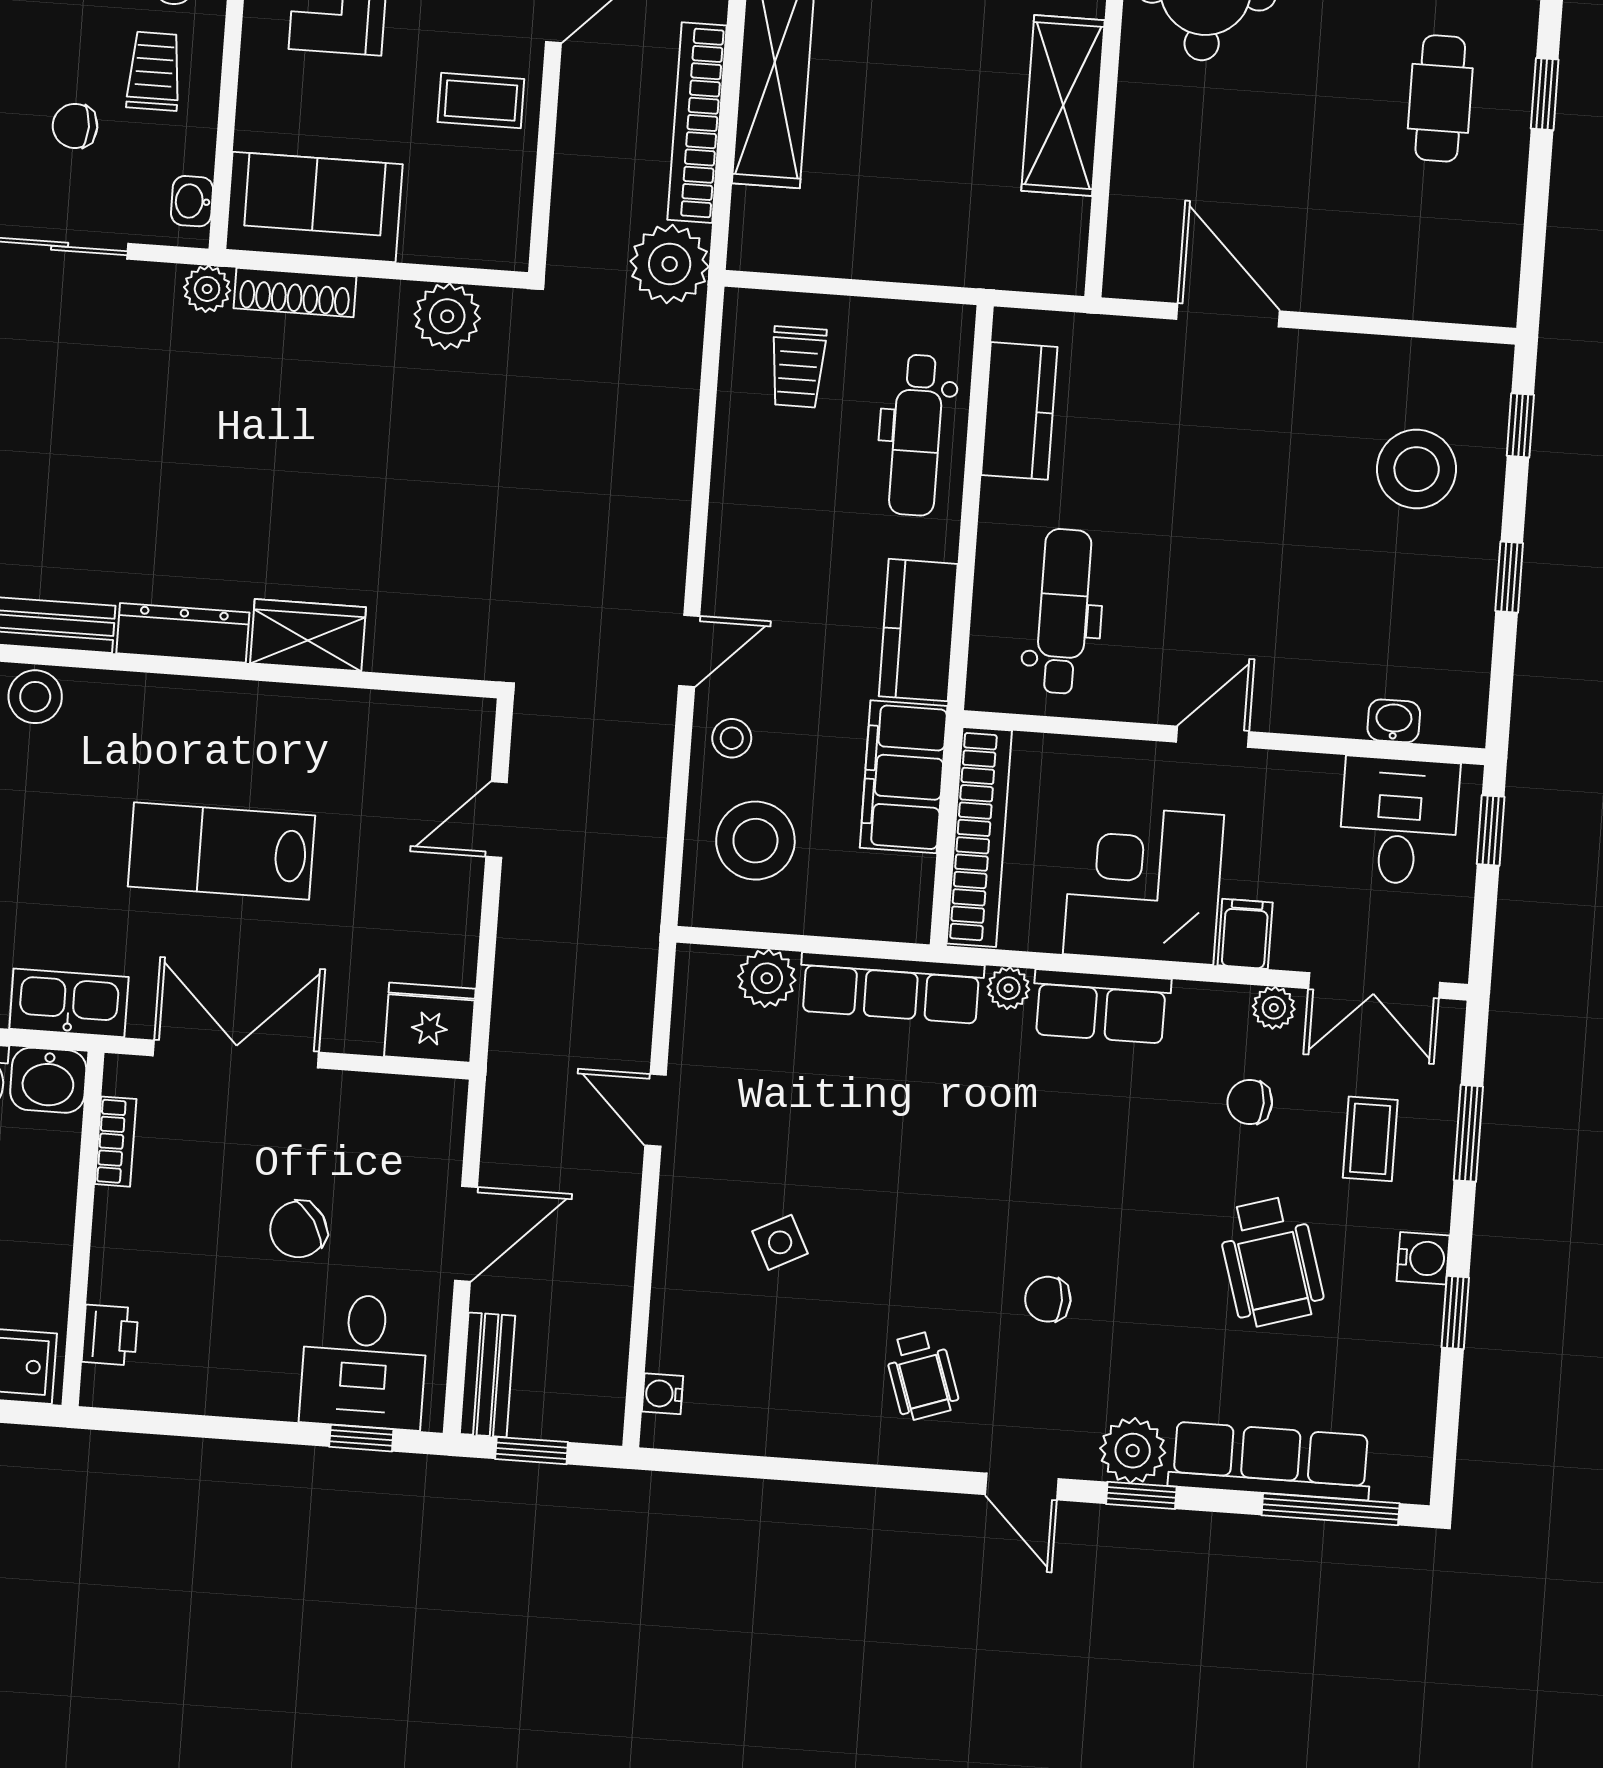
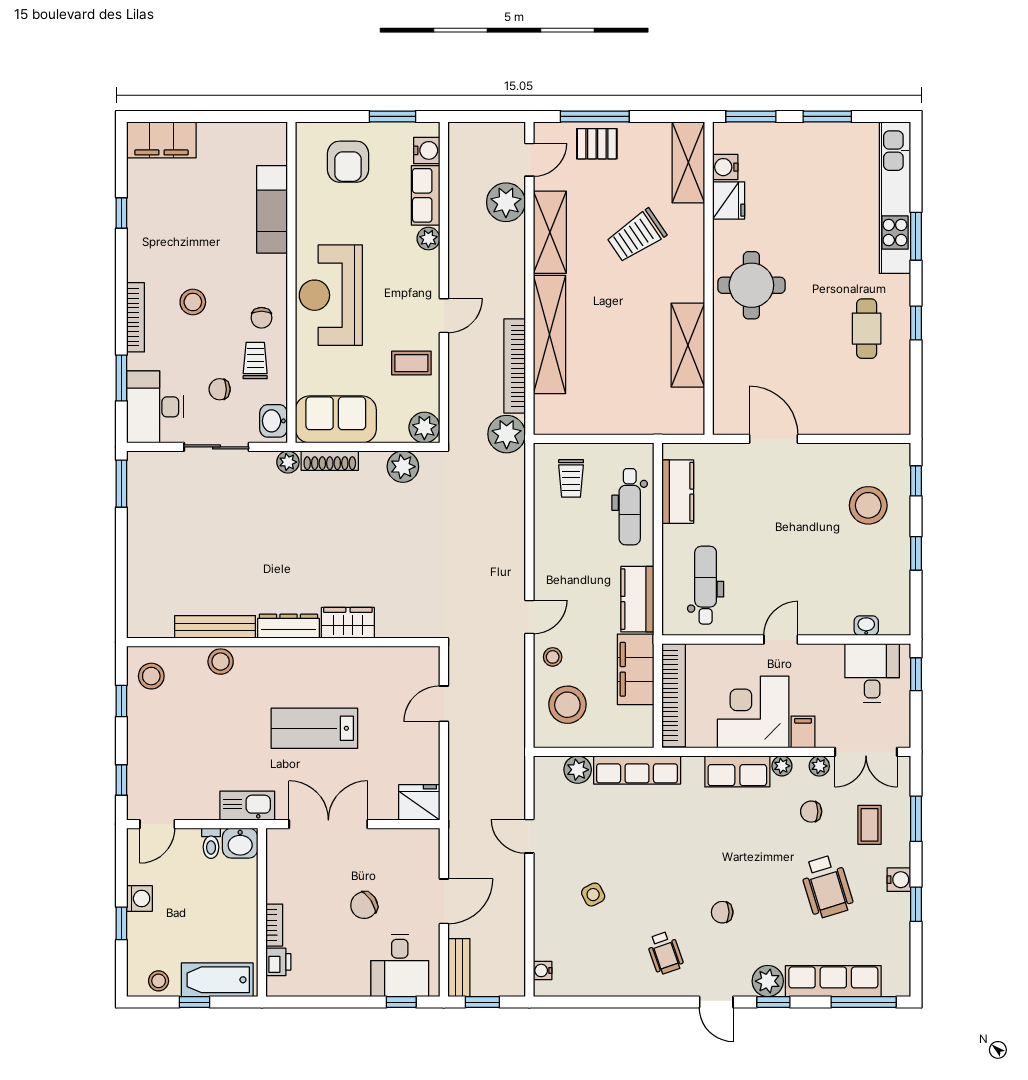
washbasin: (192, 201) -> (273, 421), width x1.38, depth x1.45
plant: (498, 238) -> (424, 427), added
plant: (1008, 988) -> (782, 766), moved
bookcase: (116, 1142) -> (274, 925), moved

